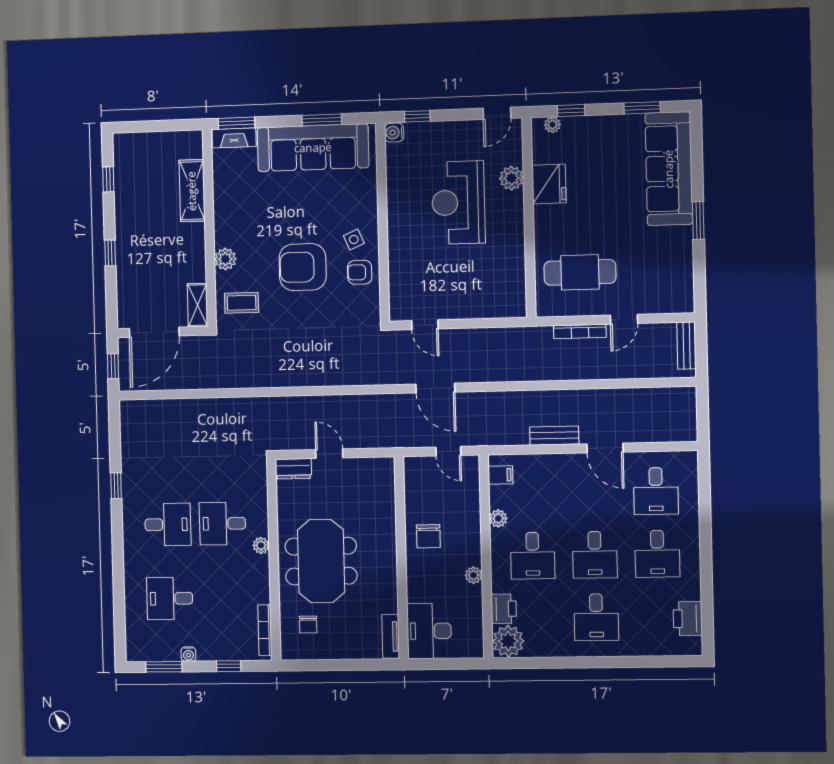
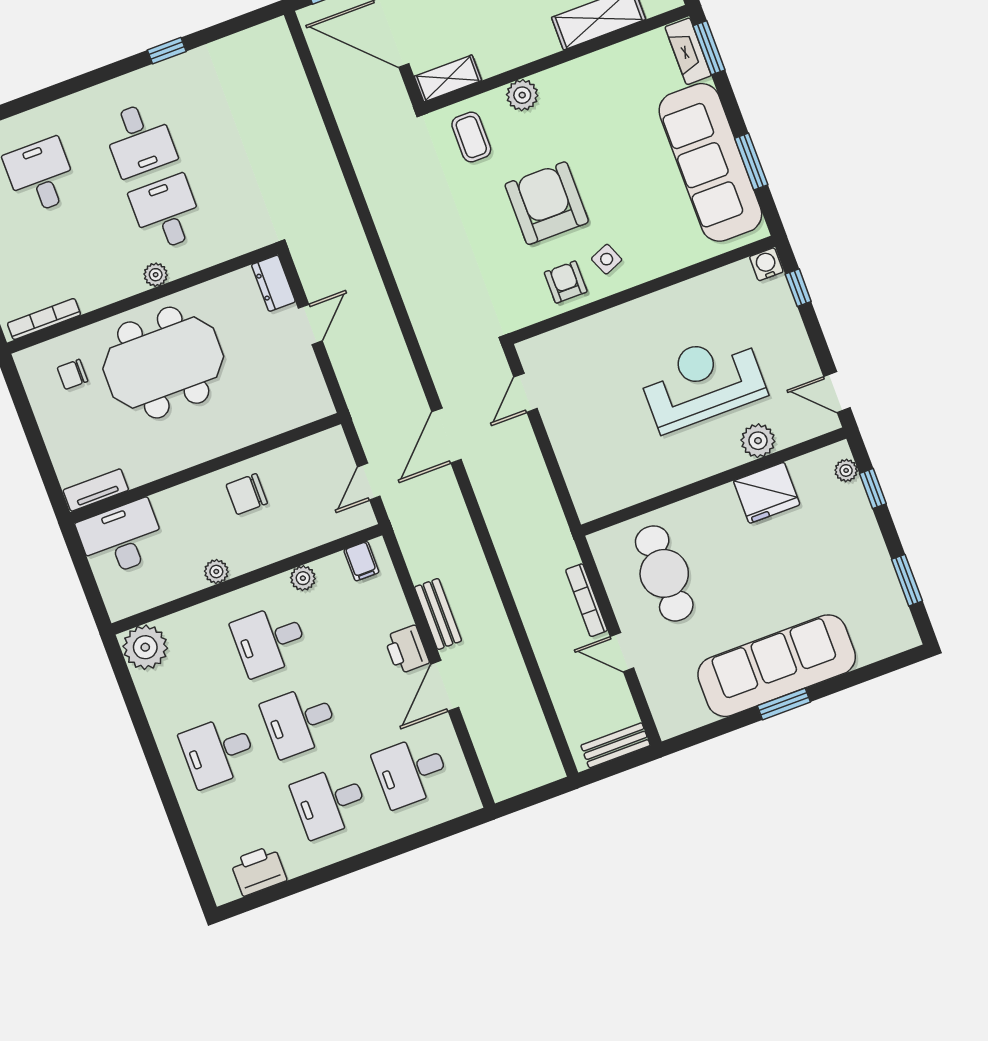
sofa: (669, 169) -> (777, 666), moved
printer: (504, 609) -> (407, 650), moved, turned 90

